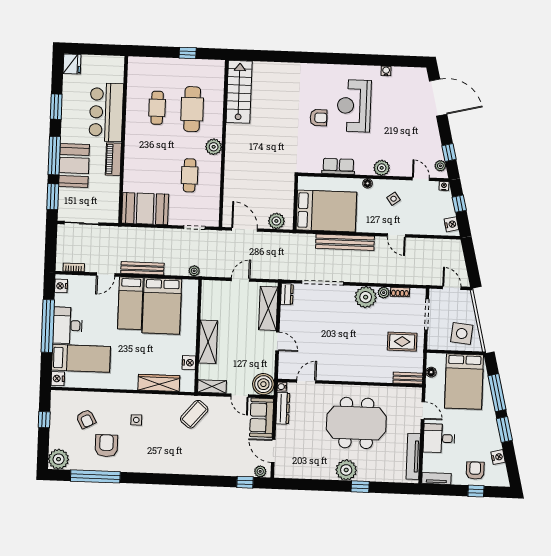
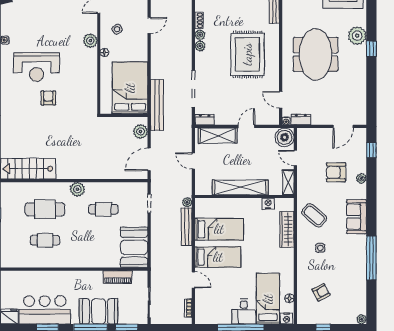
bar counter: (106, 112) -> (45, 310), moved, turned 180
piano: (113, 159) -> (118, 277), moved
row of seats: (338, 166) -> (90, 79), removed
bench: (345, 242) -> (157, 105), moved
bench: (142, 268) -> (187, 227), moved
nightstand: (61, 286) -> (205, 319), removed
plant: (366, 297) -> (200, 46), width x0.53, depth x0.53
bed: (162, 306) -> (219, 229), width x0.67
desk: (68, 325) -> (244, 312), width x0.73
shelving: (208, 342) -> (240, 187), width x1.47
rug: (402, 342) -> (247, 54), moved, width x1.86, depth x2.06
floor lamp: (81, 383) -> (289, 298), added
door: (240, 396) -> (295, 158), swing flipped
dresser: (283, 408) -> (301, 119), width x0.70
coffee table: (194, 414) -> (314, 215), moved
sofa: (262, 418) -> (357, 217), moved, turned 90
armchair: (106, 446) -> (336, 172), moved
plant: (59, 459) -> (362, 319), width x0.53, depth x0.53
plant: (346, 470) -> (357, 36), moved
plant: (260, 471) -> (361, 178), moved
window: (95, 476) -> (371, 258), moved

